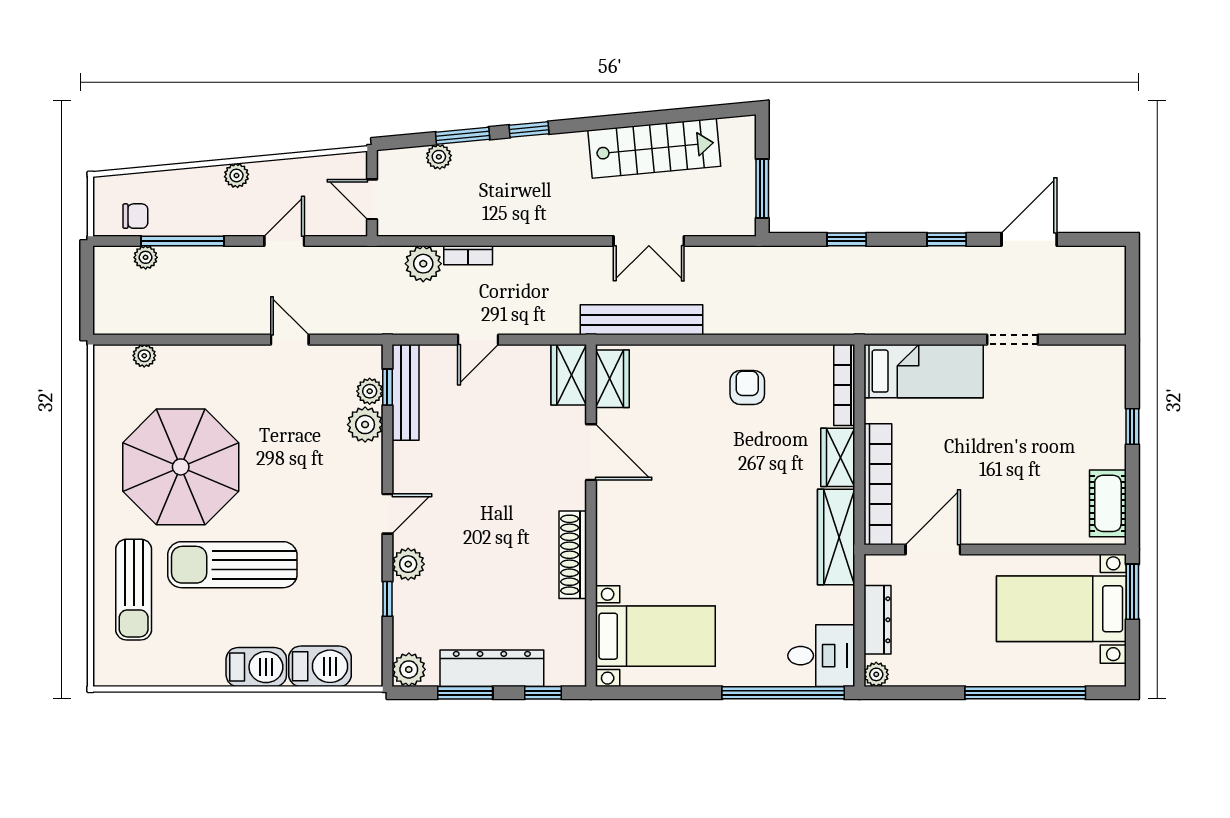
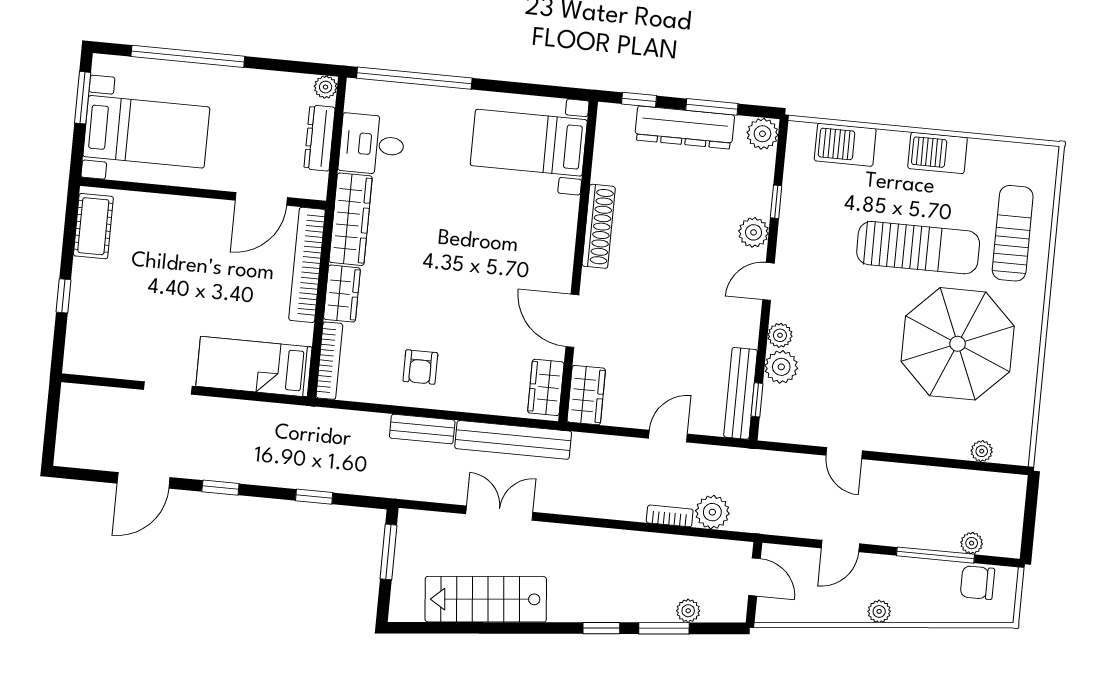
chair: (135, 216) -> (977, 583), width x1.37, depth x1.37
bench: (739, 322) -> (422, 429), added
plant: (370, 391) -> (780, 335), moved
window: (1132, 592) -> (83, 98), moved
desk: (821, 656) -> (372, 144), moved
barbecue: (256, 667) -> (938, 153), moved

